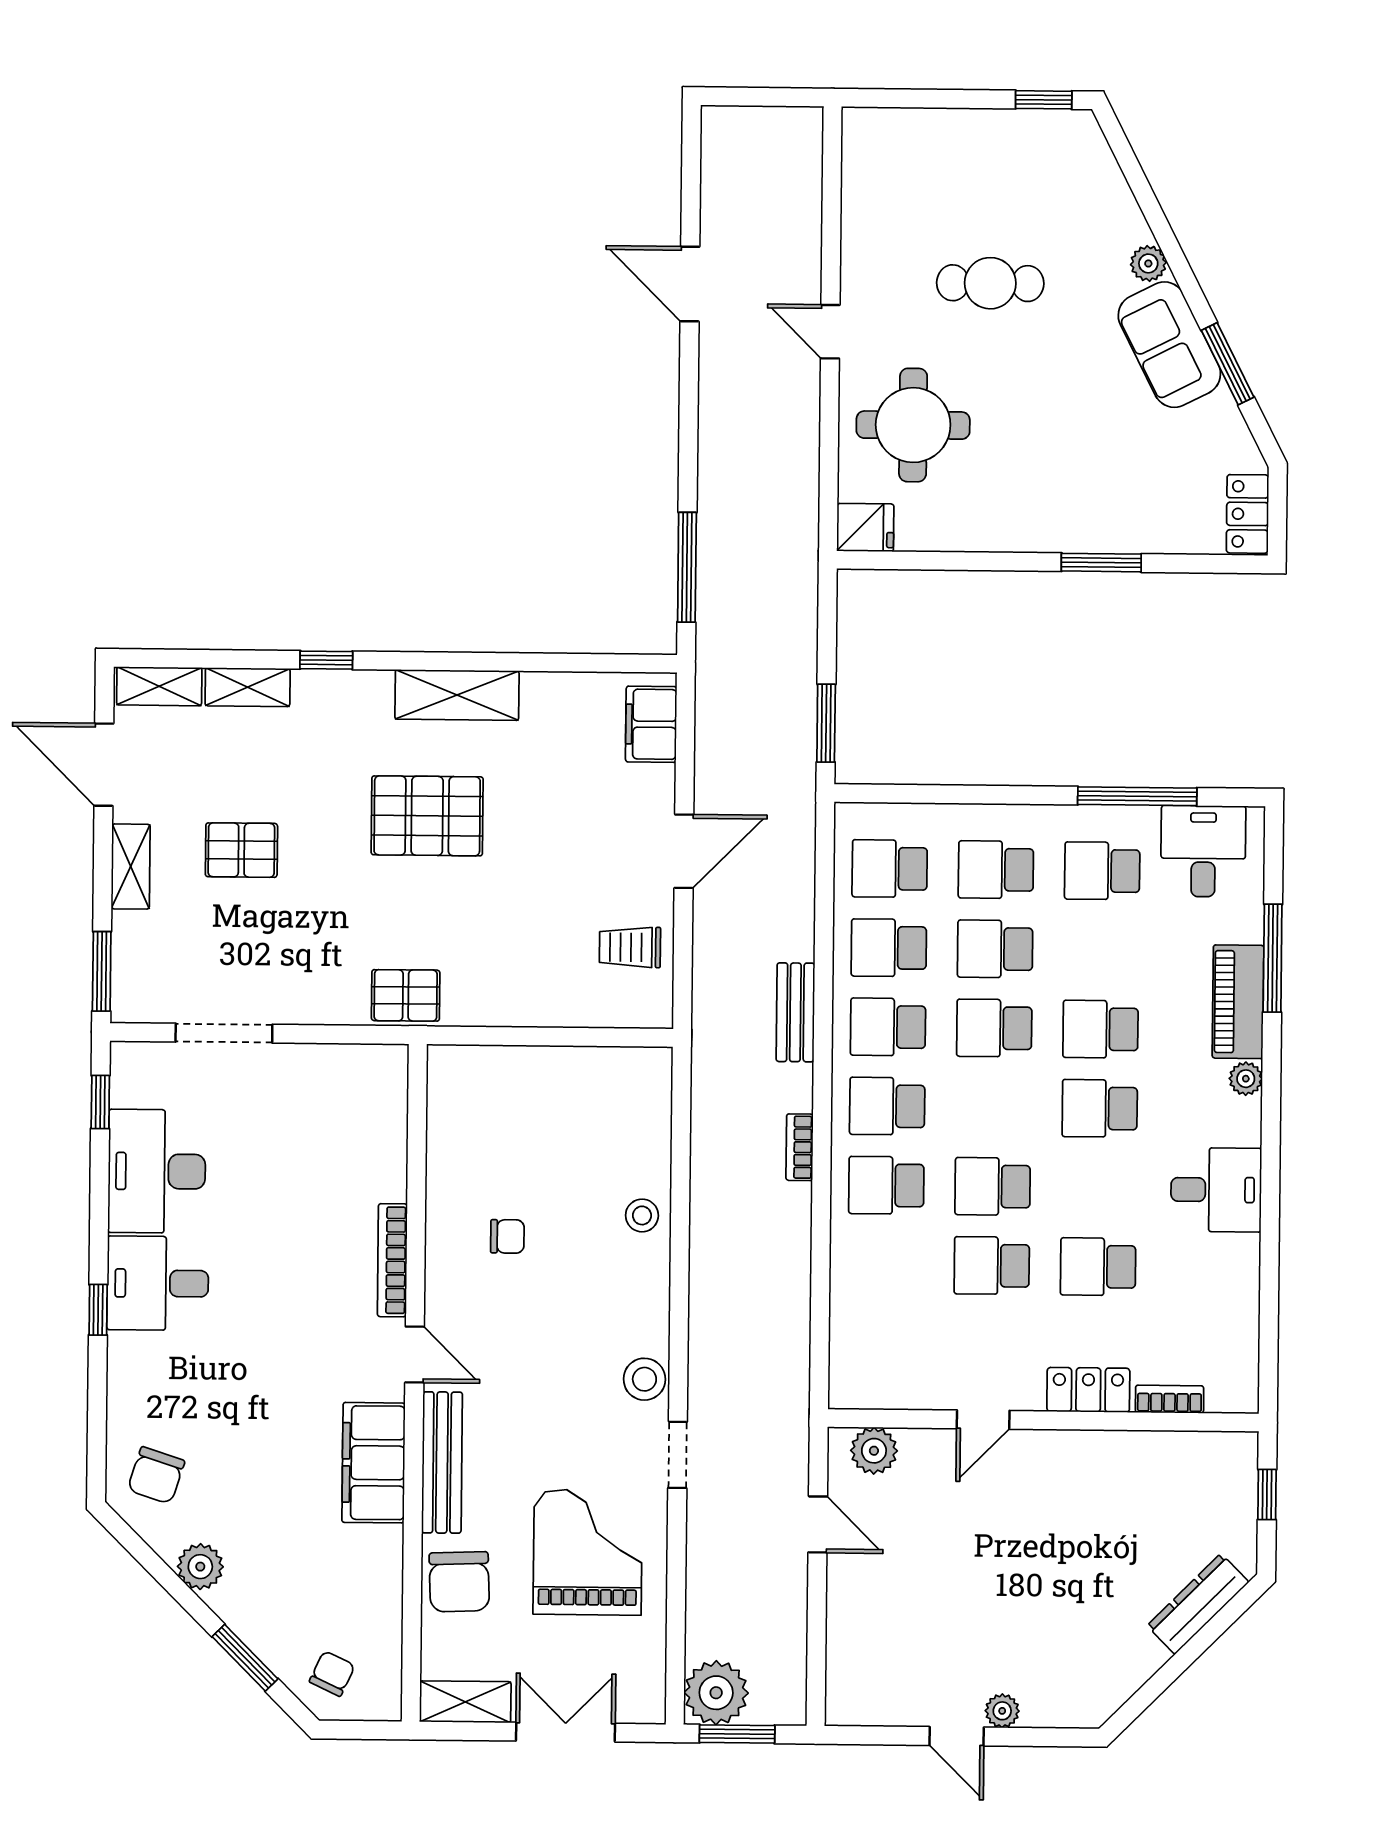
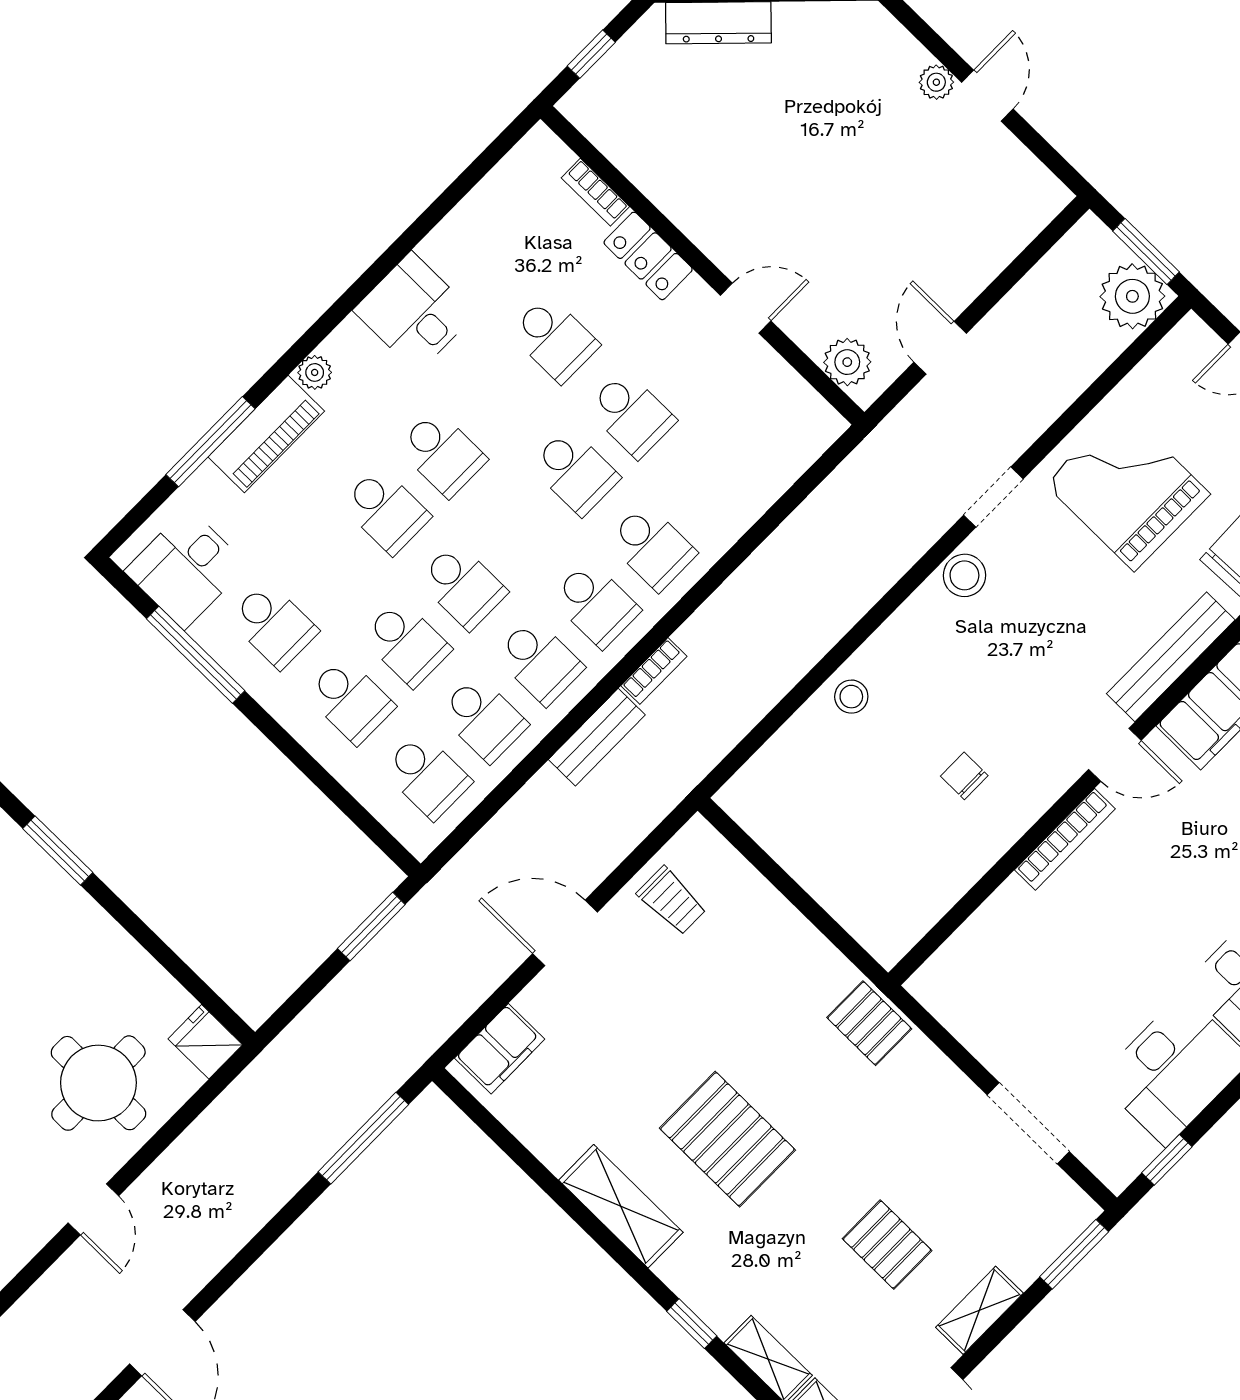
bookcase: (800, 1147) -> (654, 671), moved
door: (415, 1354) -> (1115, 755), swing flipped
grand piano: (588, 1552) -> (1127, 489), turned 90

